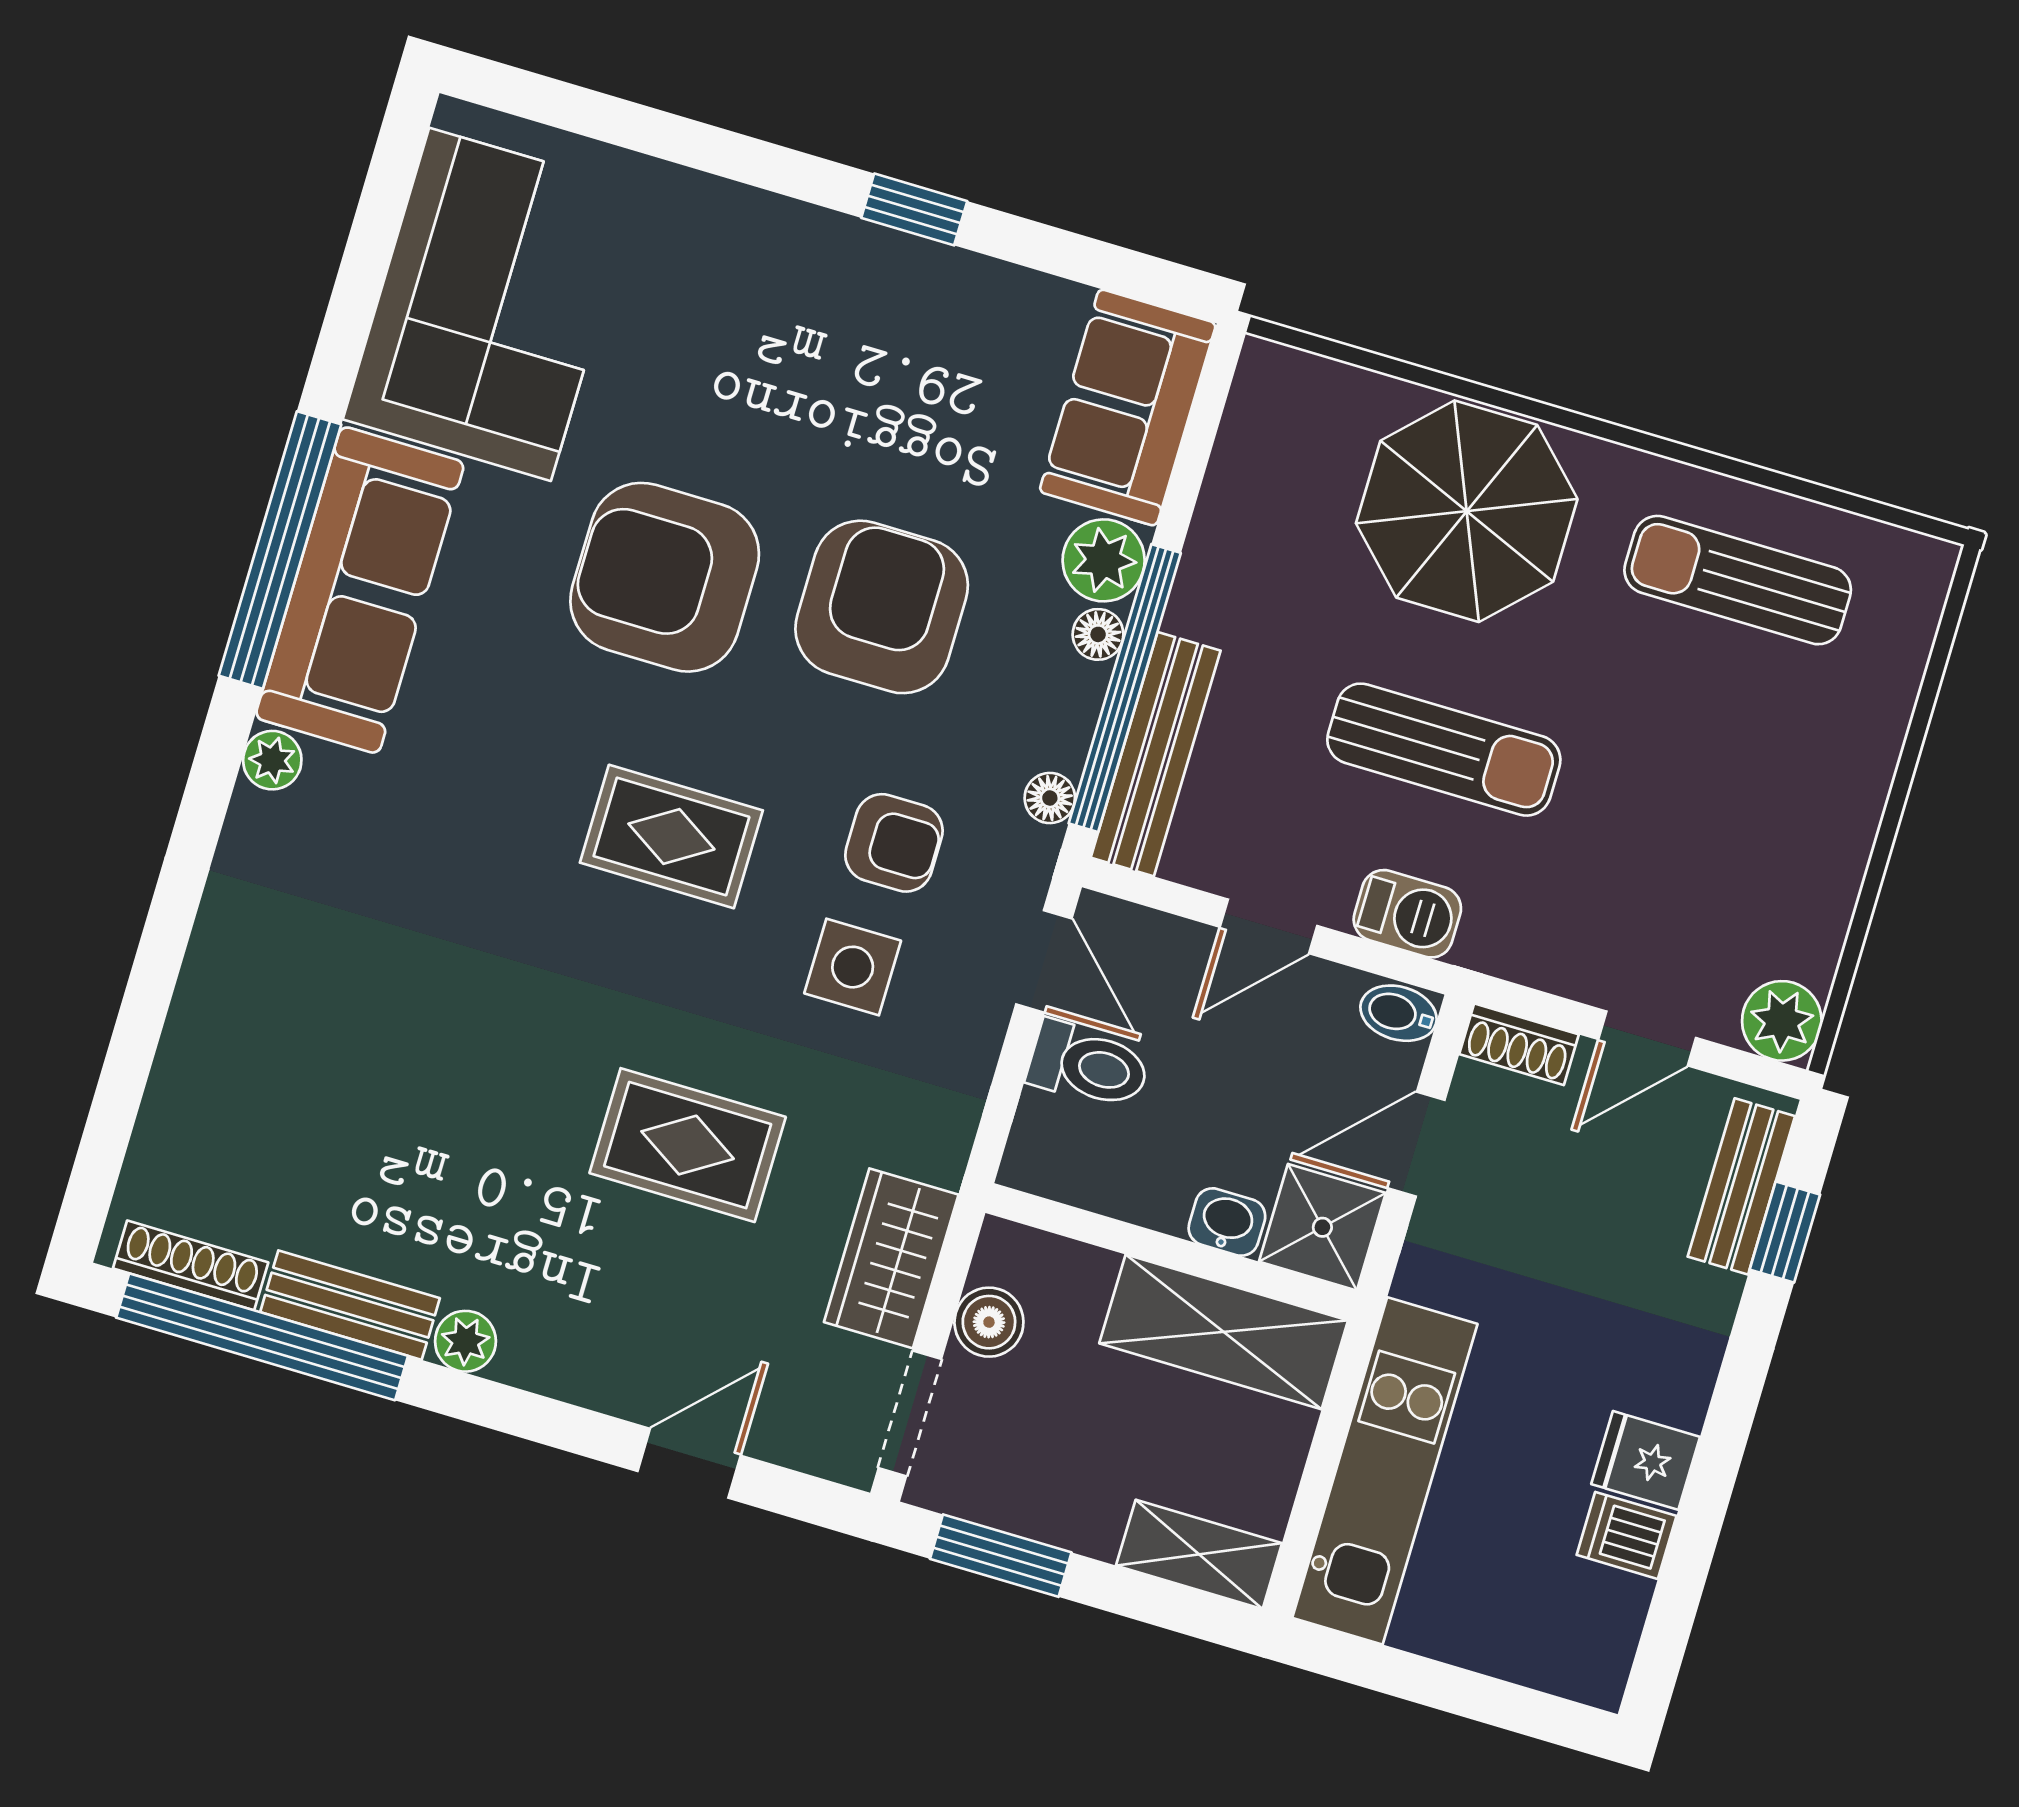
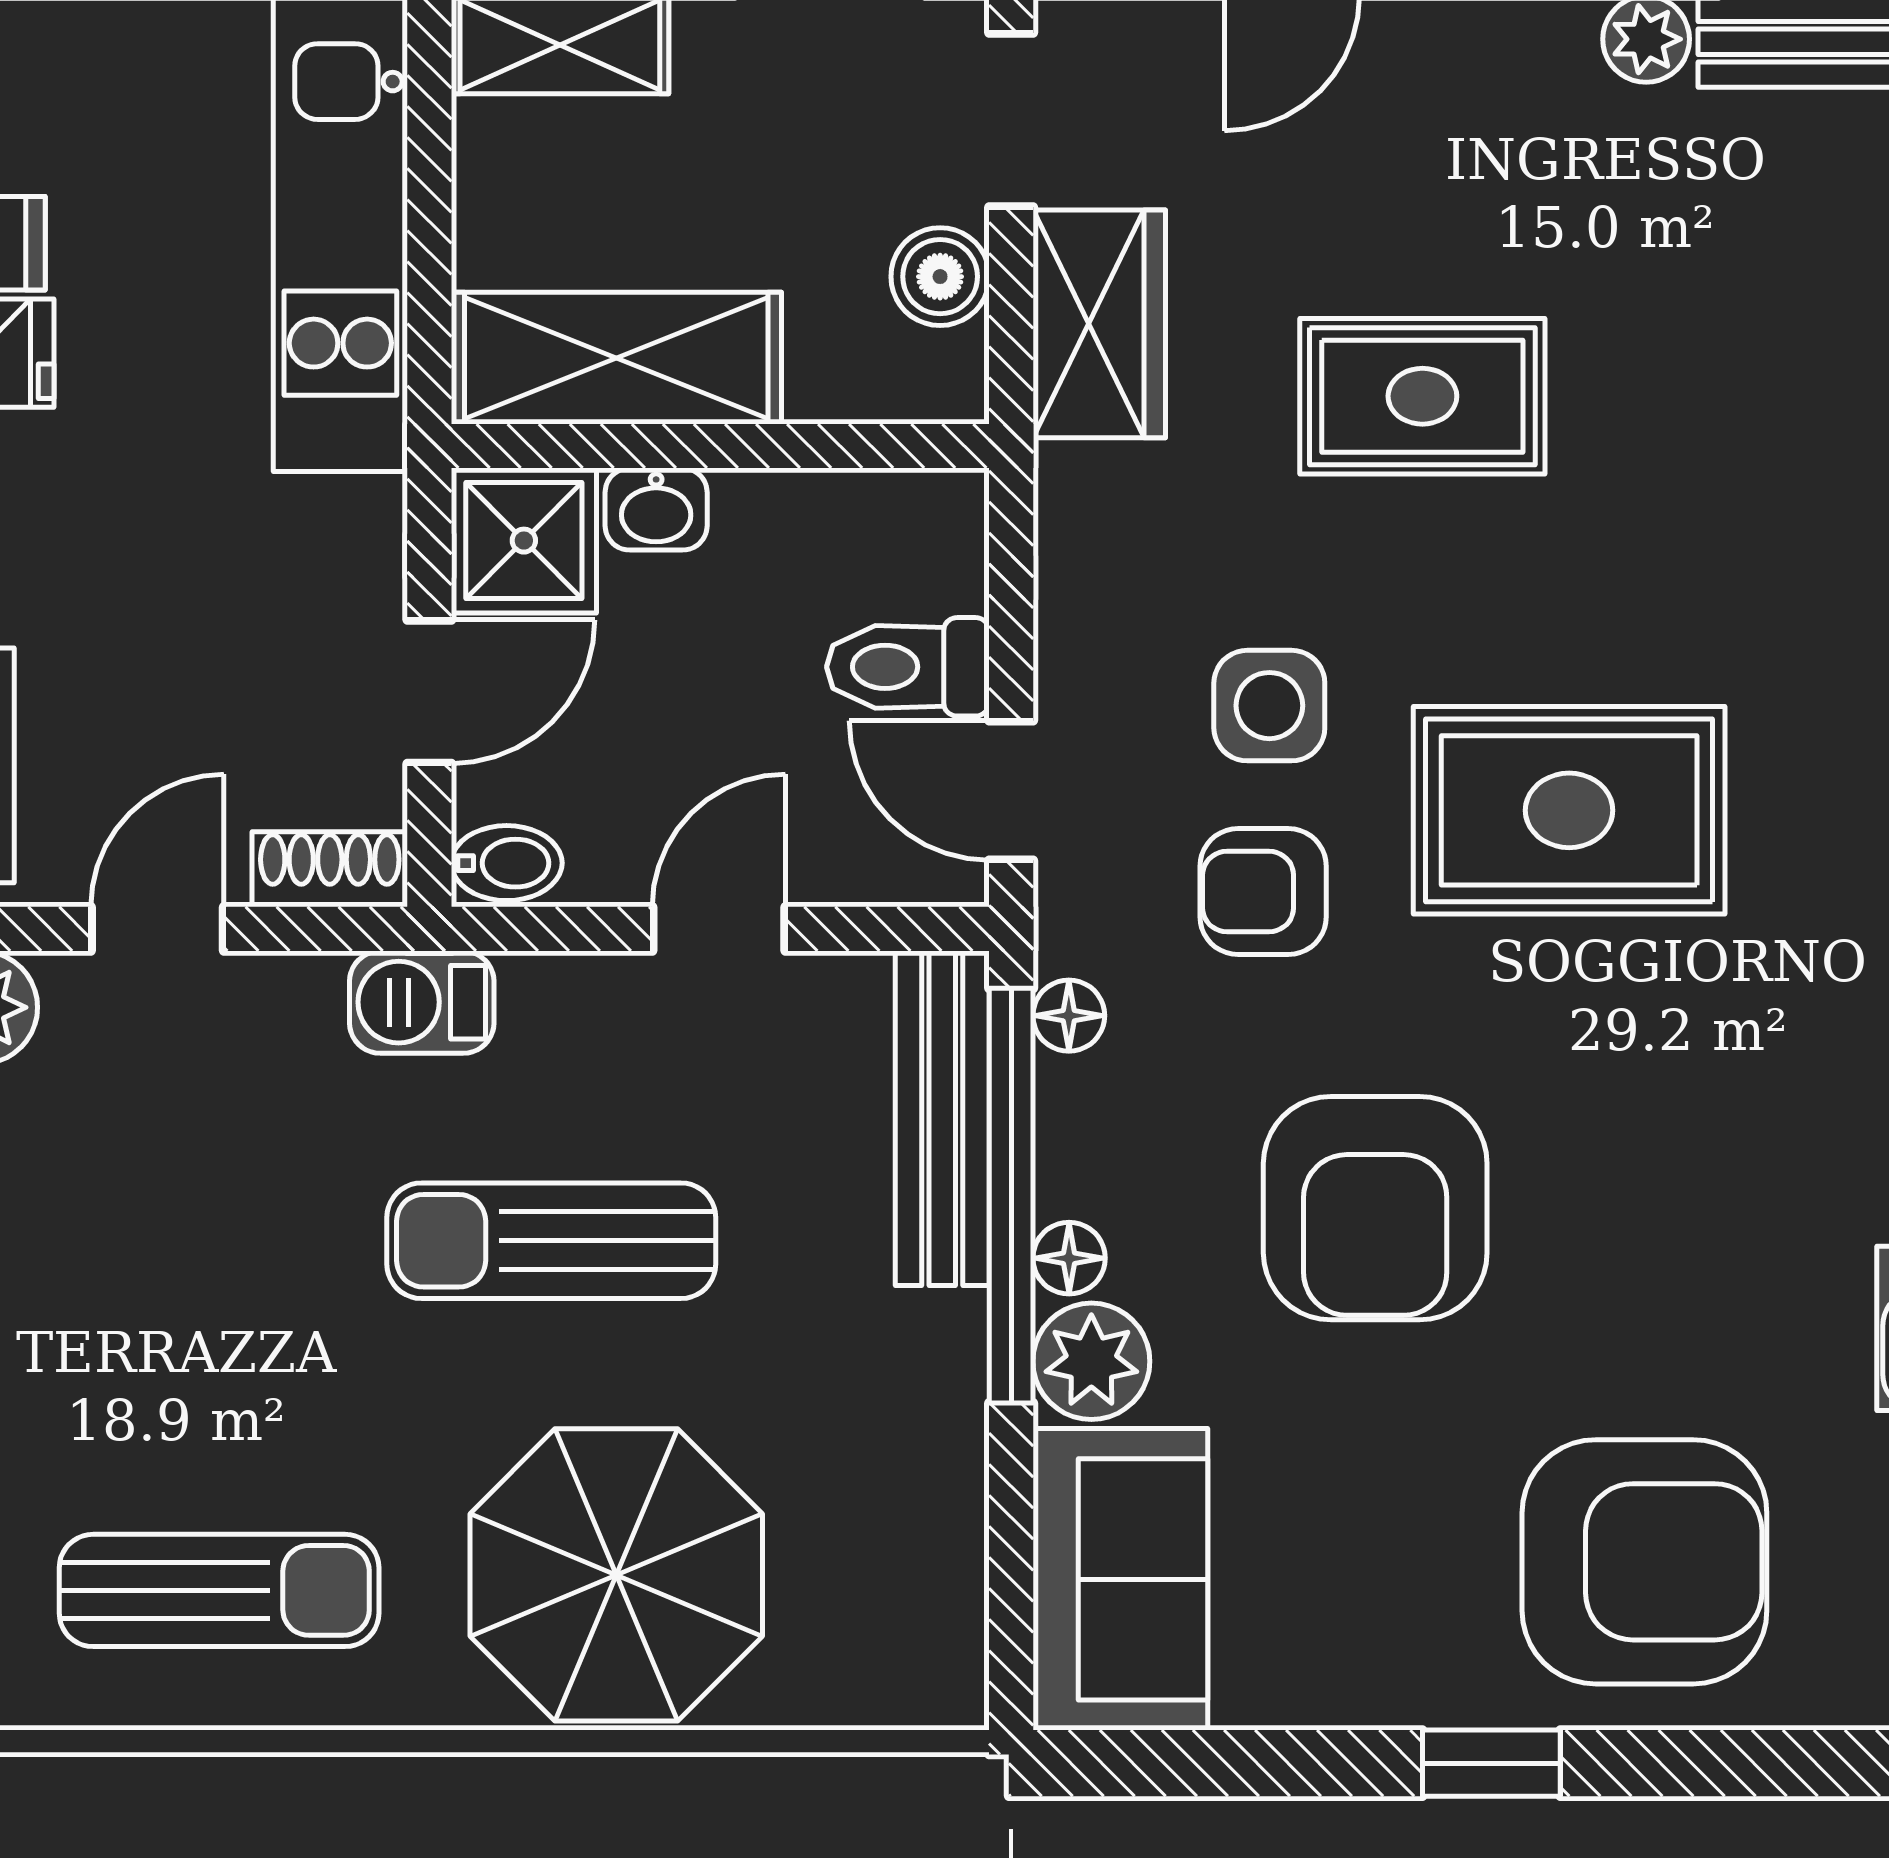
armchair: (665, 577) -> (1644, 1562), moved
rug: (671, 836) -> (1569, 810), width x1.36, depth x1.43
barbecue: (1407, 914) -> (422, 1002), moved

